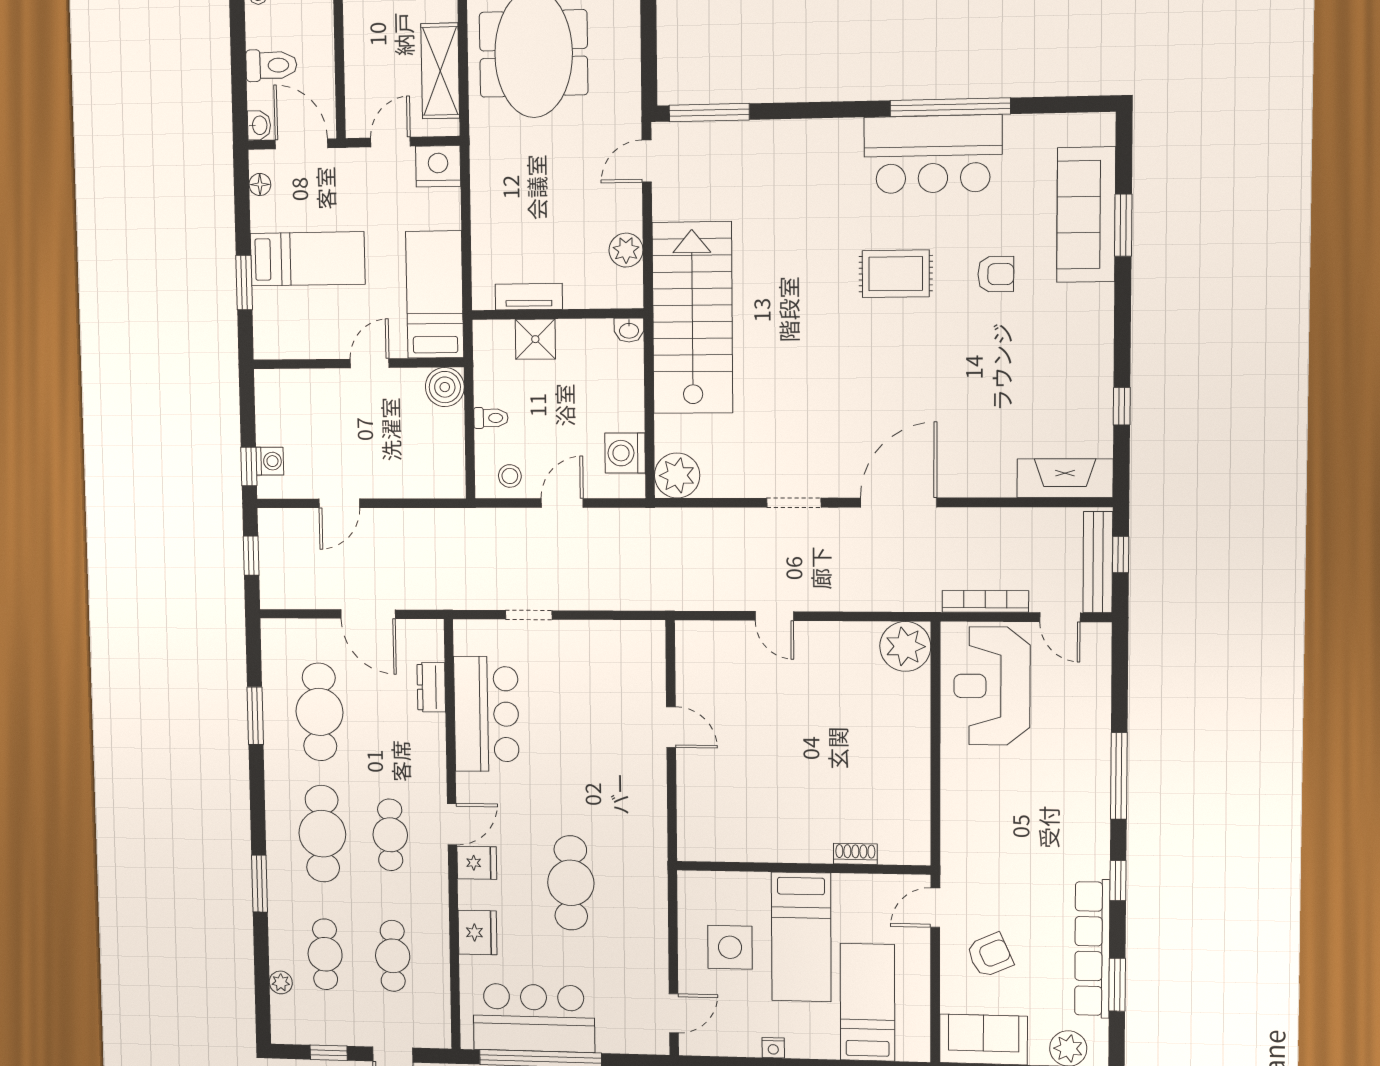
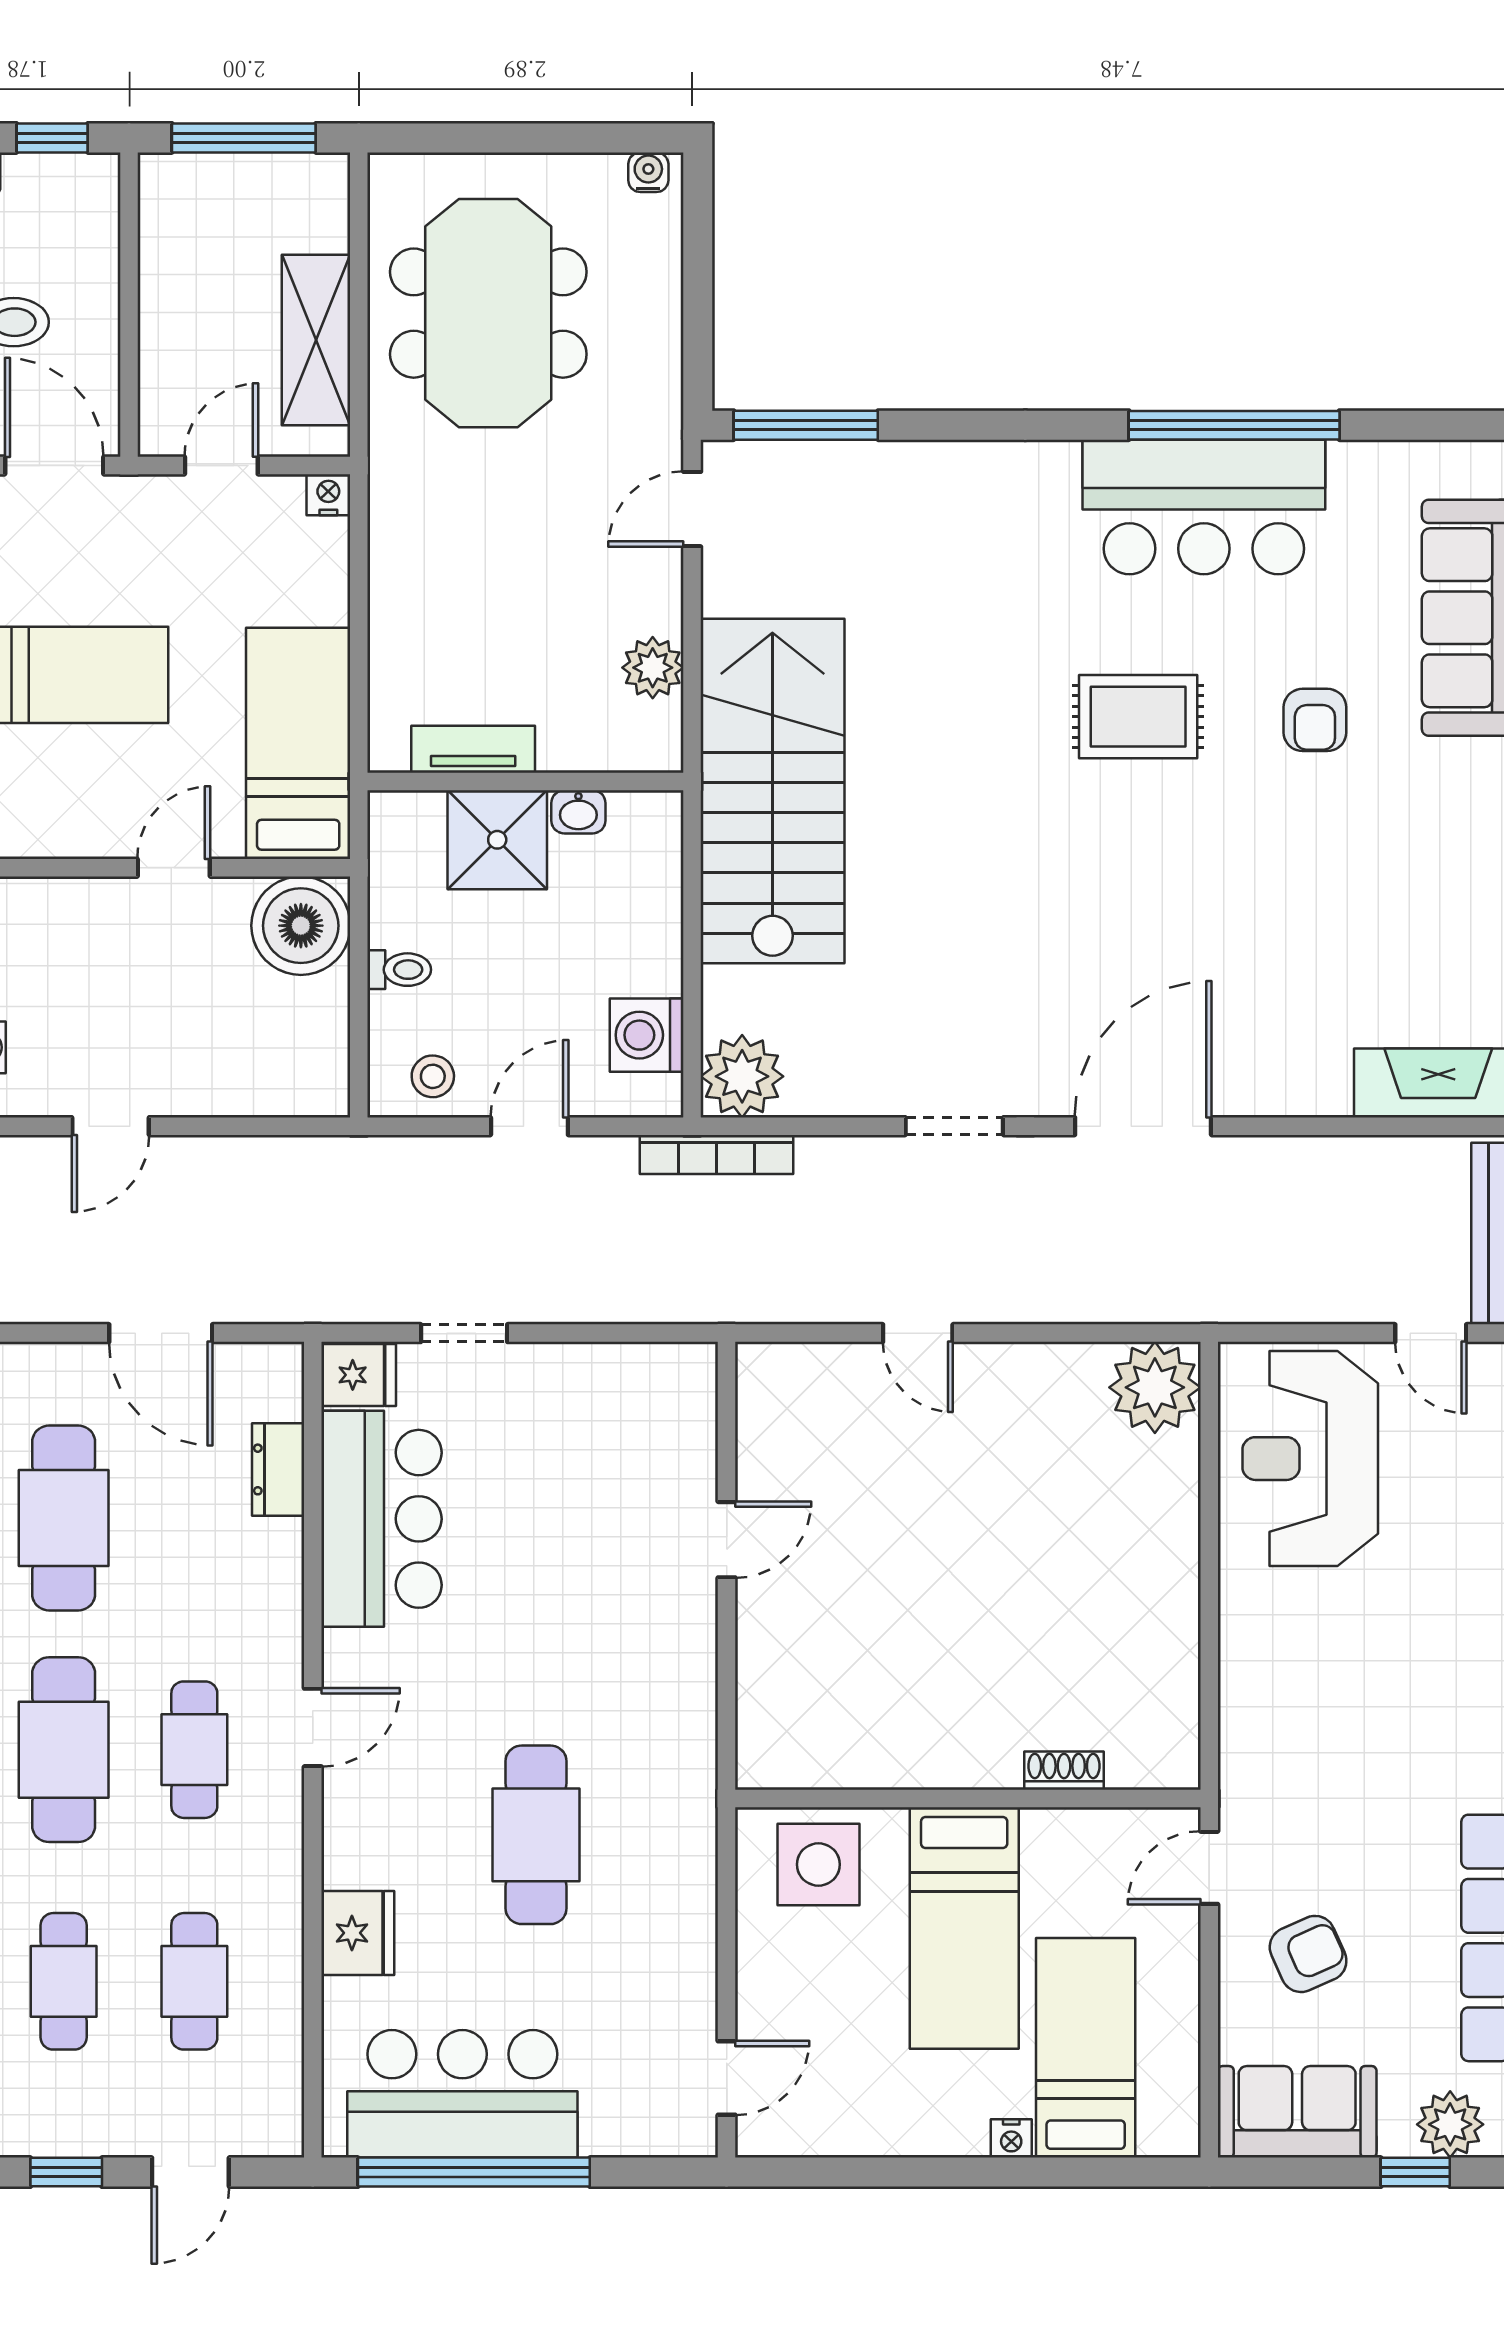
nightstand: (438, 166) -> (328, 495), width x0.53, depth x0.56
armchair: (996, 274) -> (1315, 720), turned 90
washbasin: (629, 330) -> (578, 812), moved
shower: (535, 339) -> (497, 840), width x1.36, depth x1.36
boiler: (445, 387) -> (301, 926), width x1.37, depth x1.37
bookcase: (985, 601) -> (717, 1154), moved, turned 180
door: (671, 727) -> (727, 1540), hinge flipped
fridge: (477, 863) -> (359, 1375), moved
side table: (730, 947) -> (818, 1864), moved
nightstand: (773, 1048) -> (1011, 2138), moved

